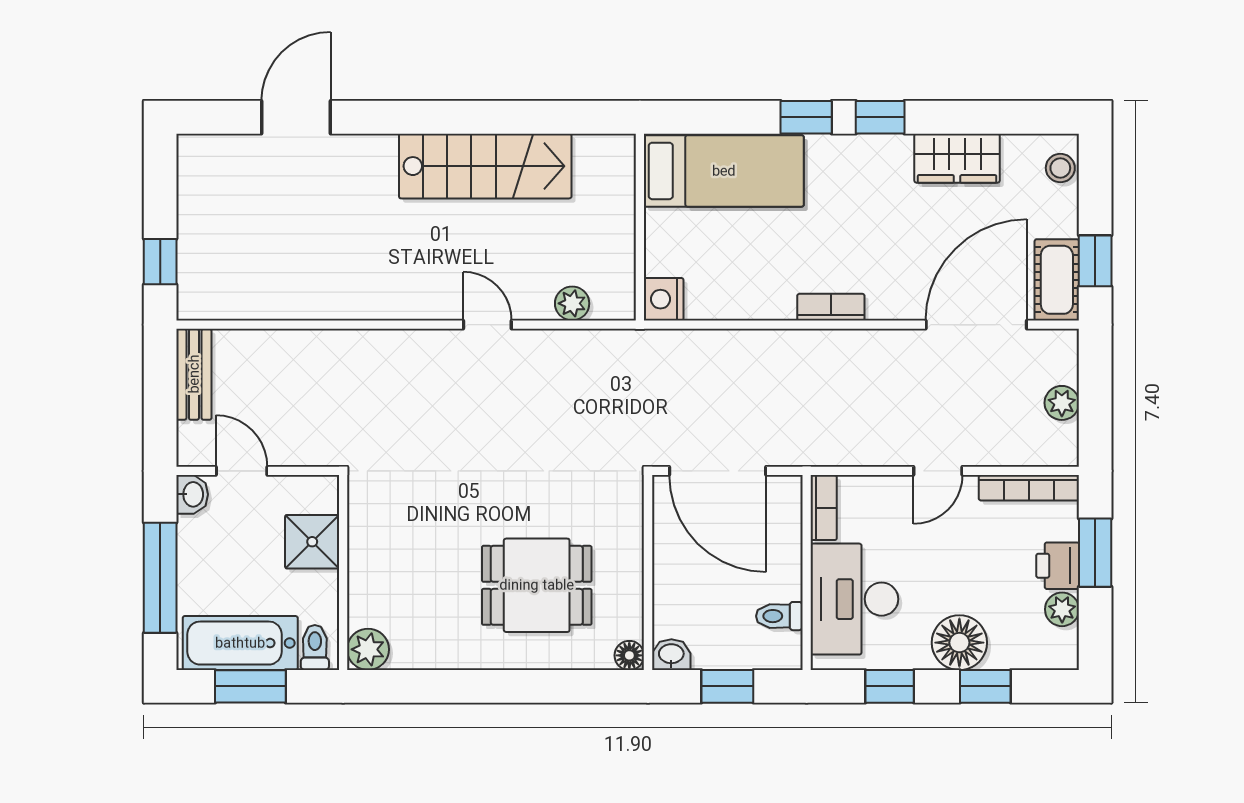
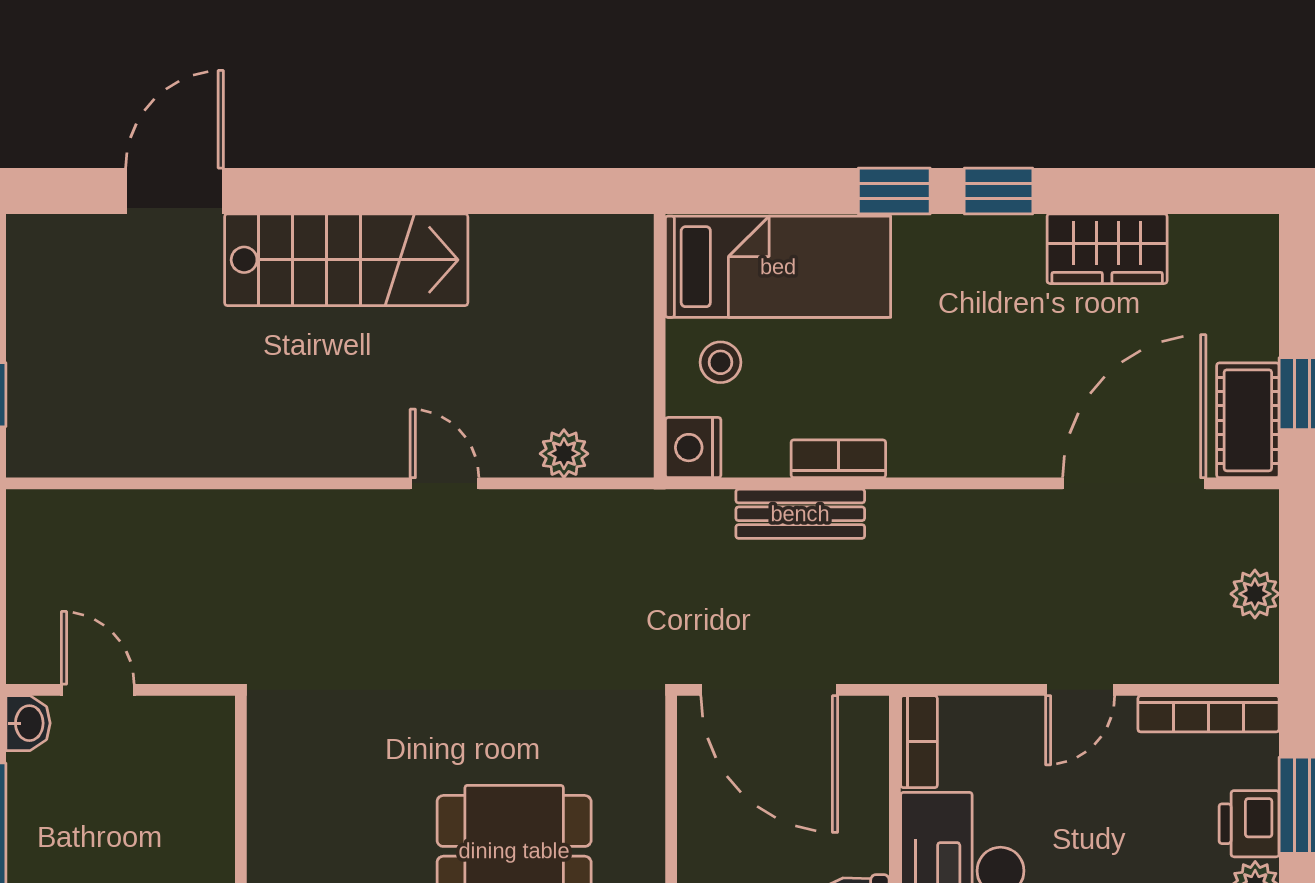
stairs: (485, 166) -> (346, 260), moved
stool: (1060, 168) -> (720, 362), moved
bookcase: (831, 307) -> (838, 459), moved
bench: (194, 374) -> (800, 514), moved, turned 90
shower: (312, 542) -> (197, 790), removed

